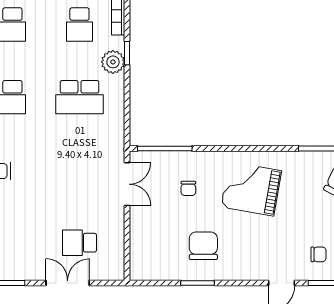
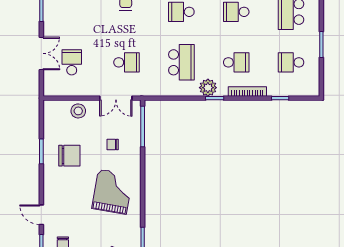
school desk: (79, 24) -> (236, 62), turned 180
school desk: (79, 97) -> (181, 62), turned 180
school desk: (79, 170) -> (127, 62), added
stool: (144, 234) -> (78, 111), added

